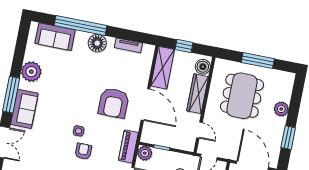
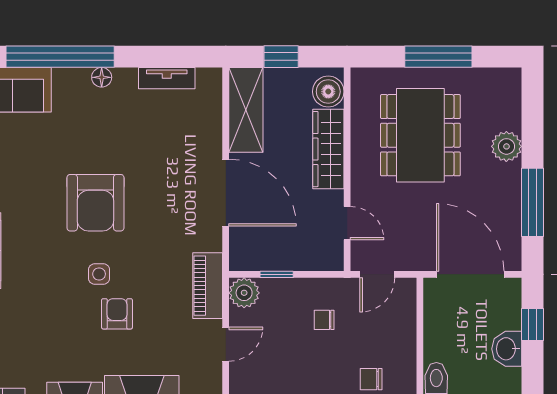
floor lamp: (97, 43) -> (102, 77), width x0.53, depth x0.53
armchair: (114, 103) -> (95, 203), moved
window: (288, 138) -> (532, 202), width x1.44

